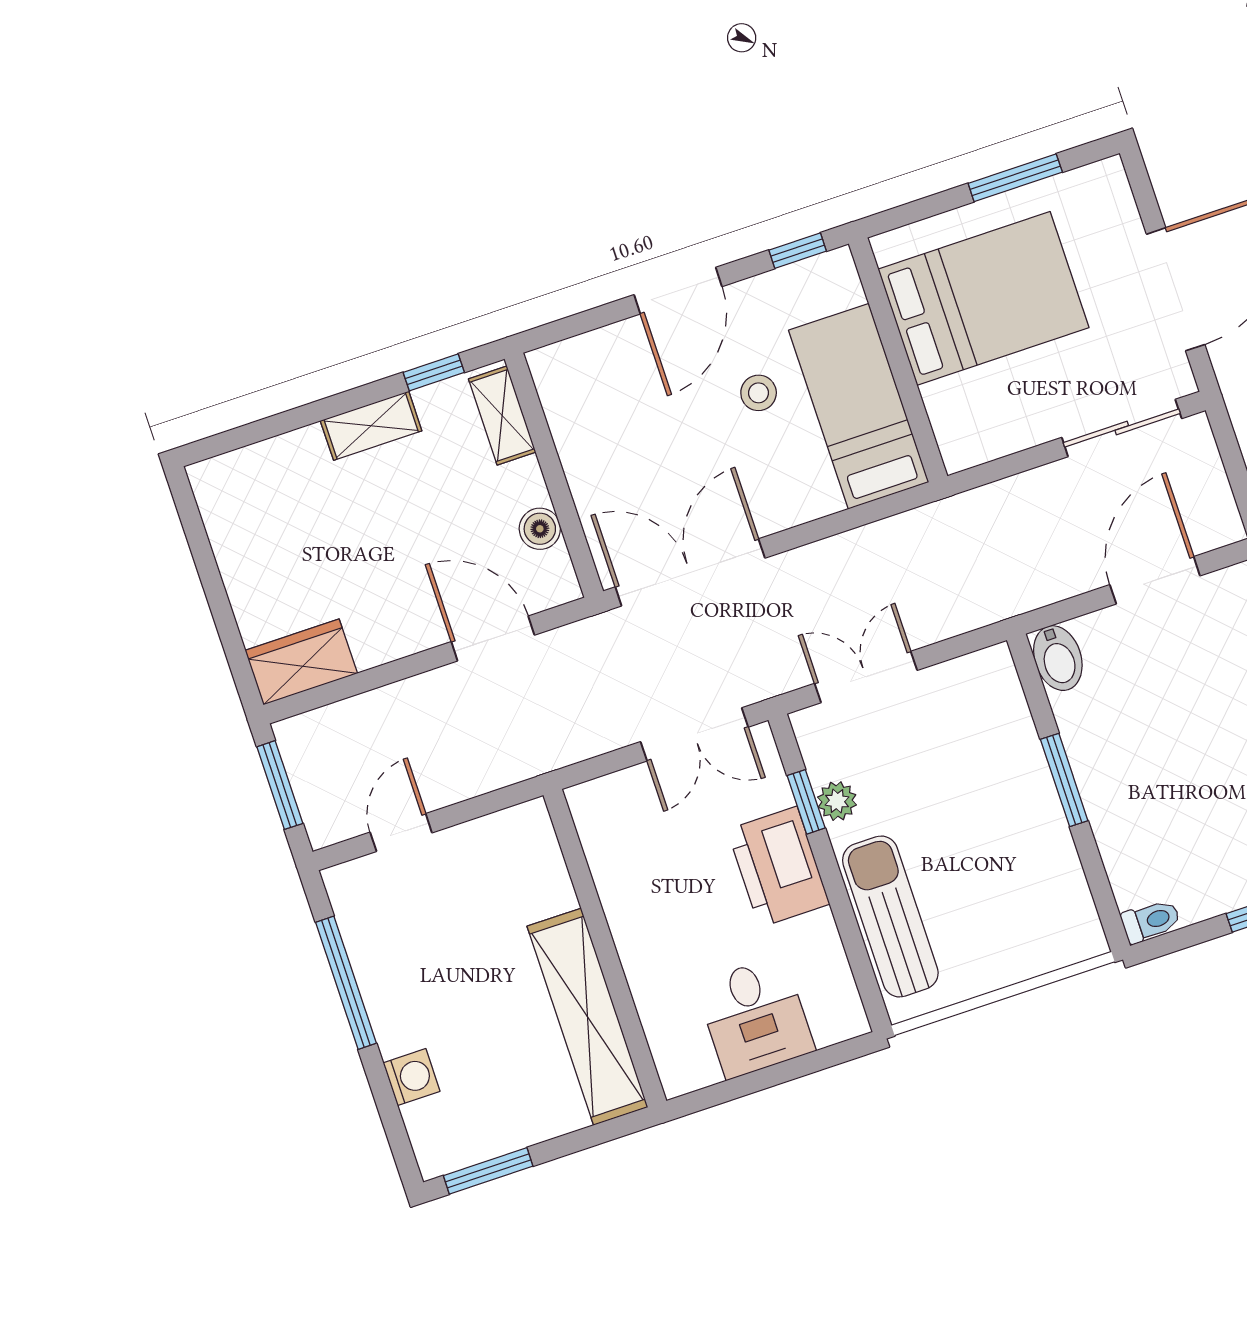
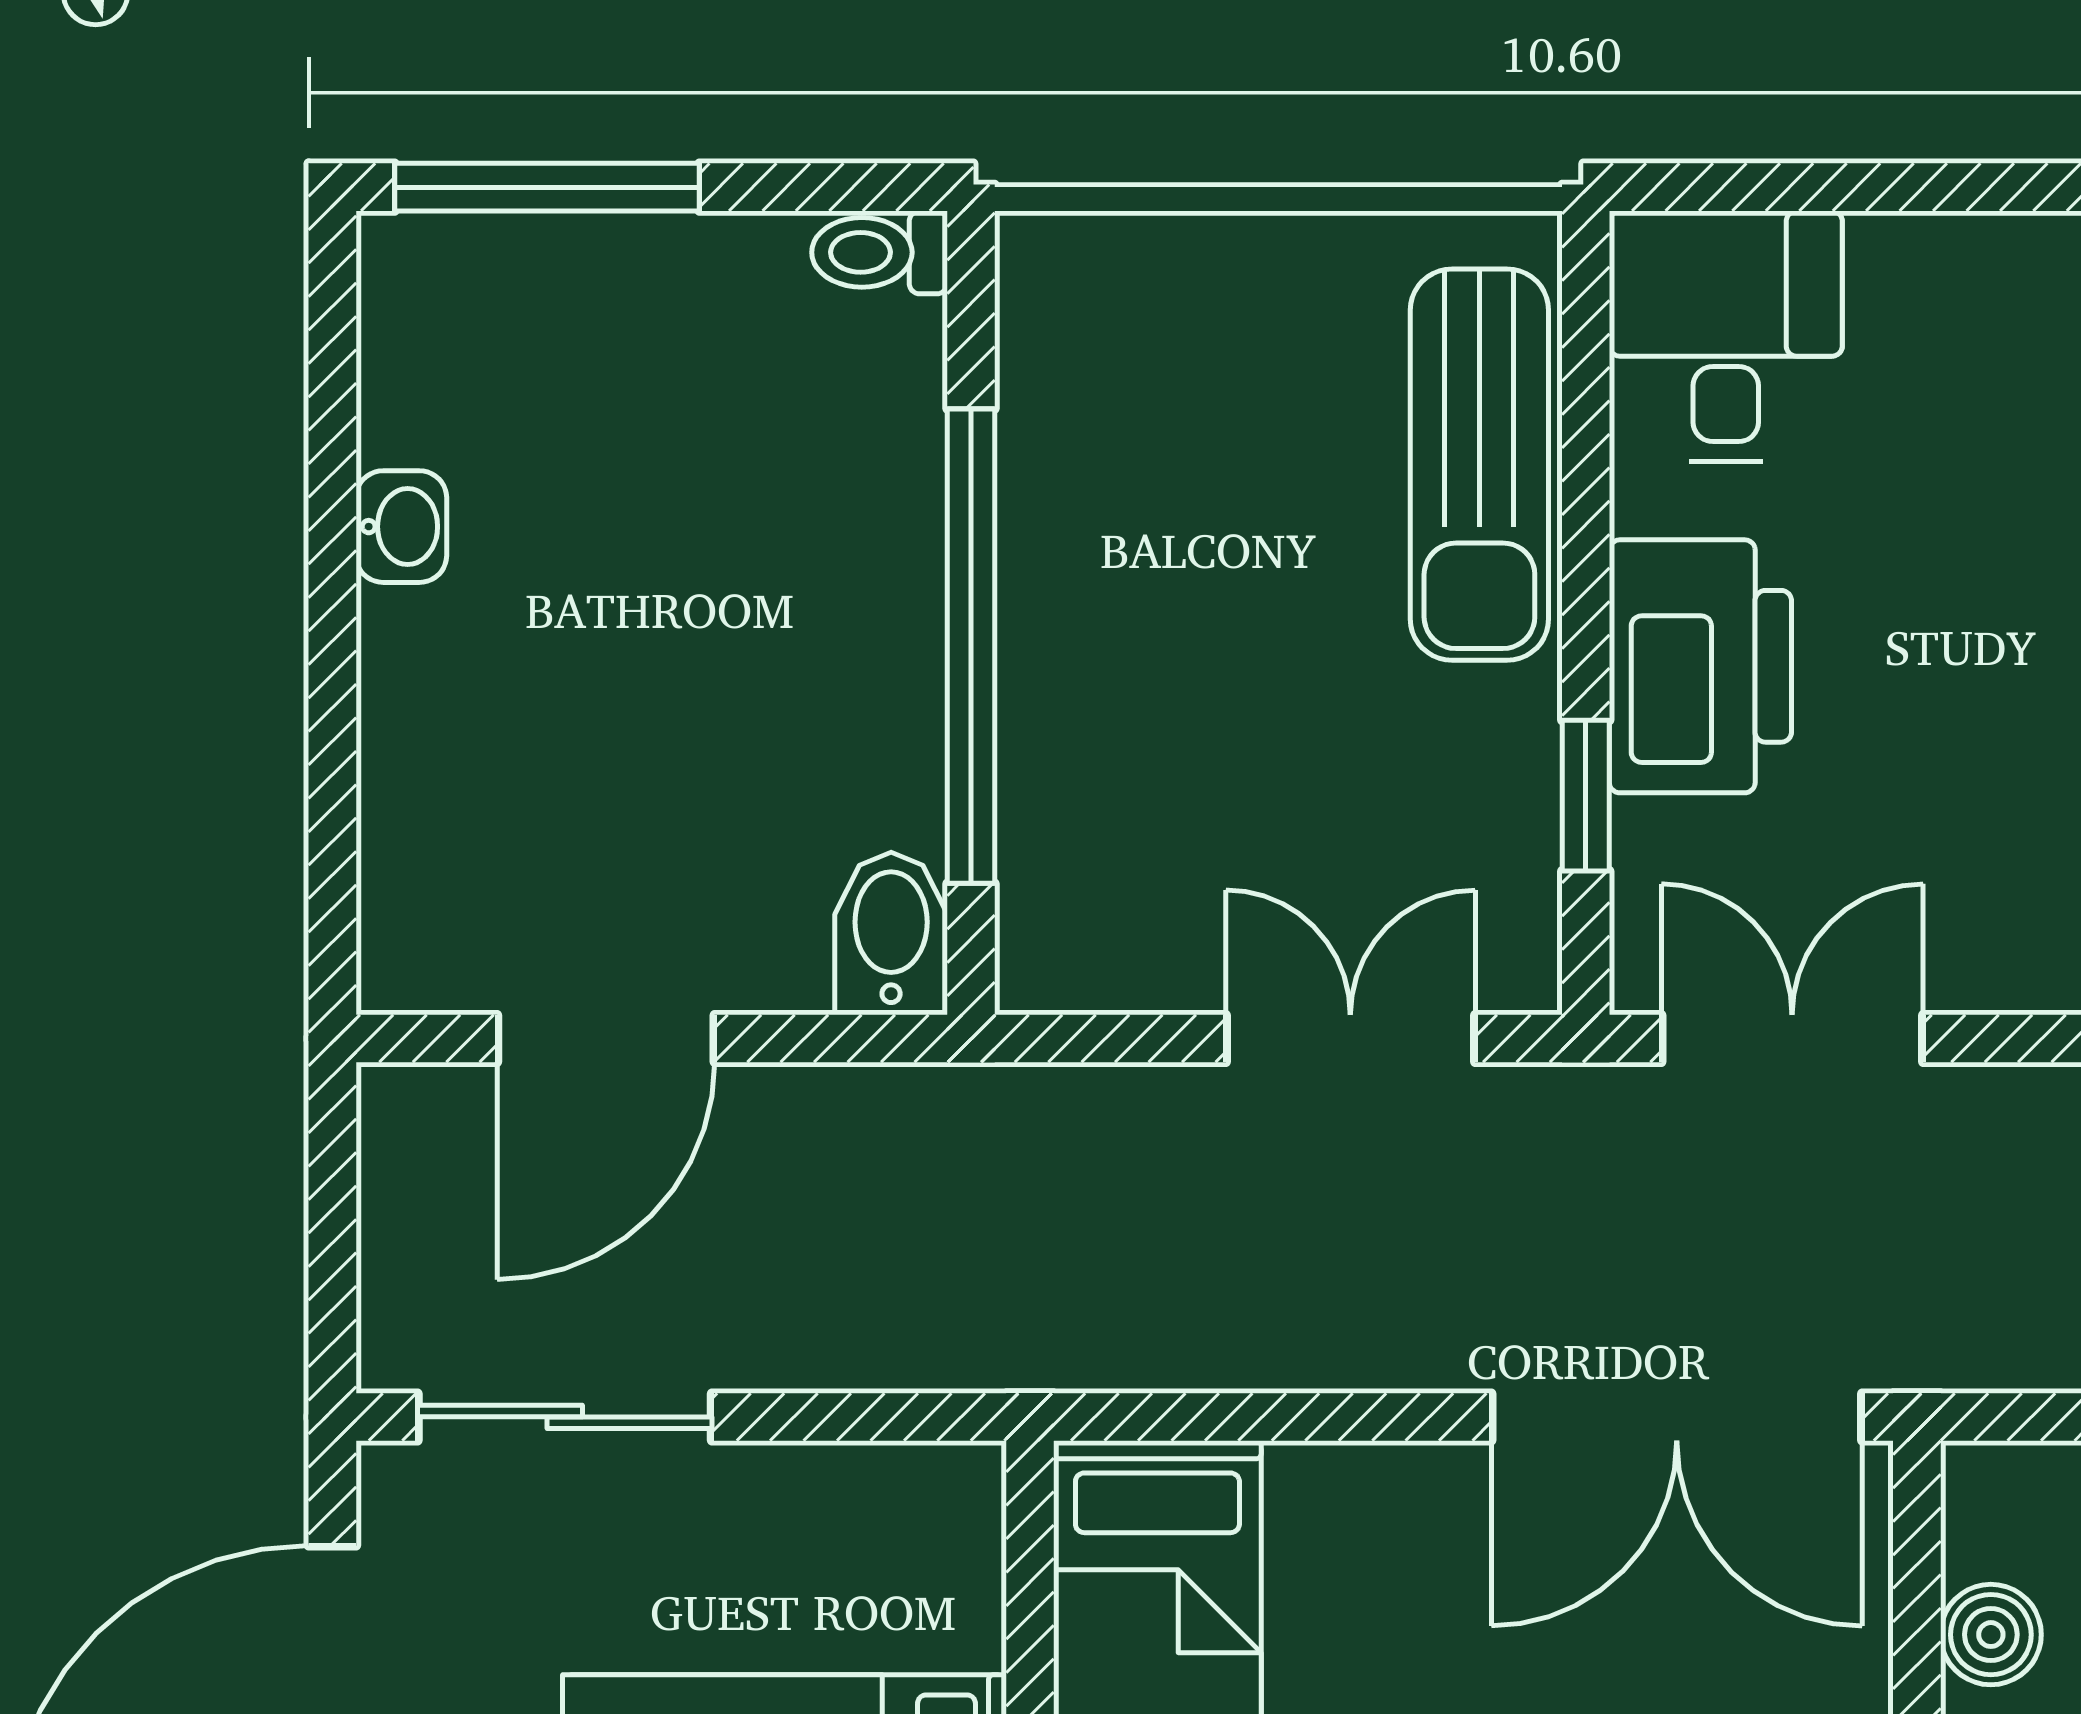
double door: (866, 677) -> (1350, 1039), swing flipped
window: (1064, 780) -> (971, 646), width x2.11
plant: (837, 801) -> (1514, 773), removed
desk: (755, 1017) -> (1726, 336), moved

